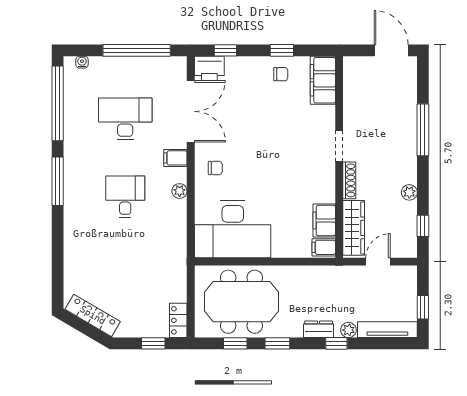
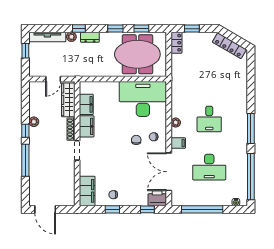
chair: (243, 163) -> (136, 140), added
window: (423, 226) -> (25, 131), moved
filing cabinet: (324, 247) -> (87, 126), moved, width x2.00

